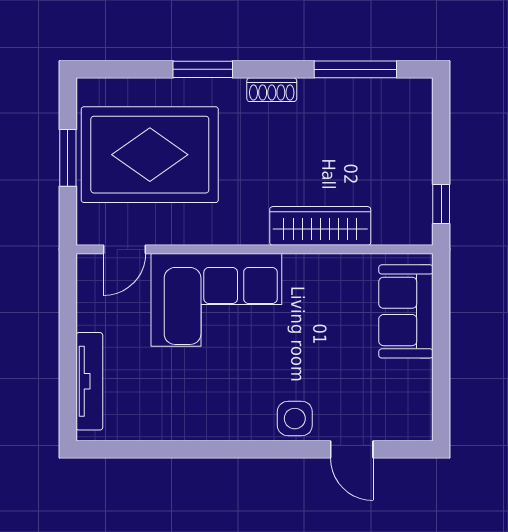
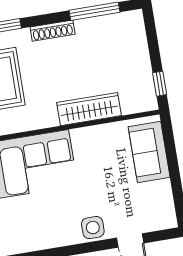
shoe rack: (272, 90) -> (53, 31), width x1.43

